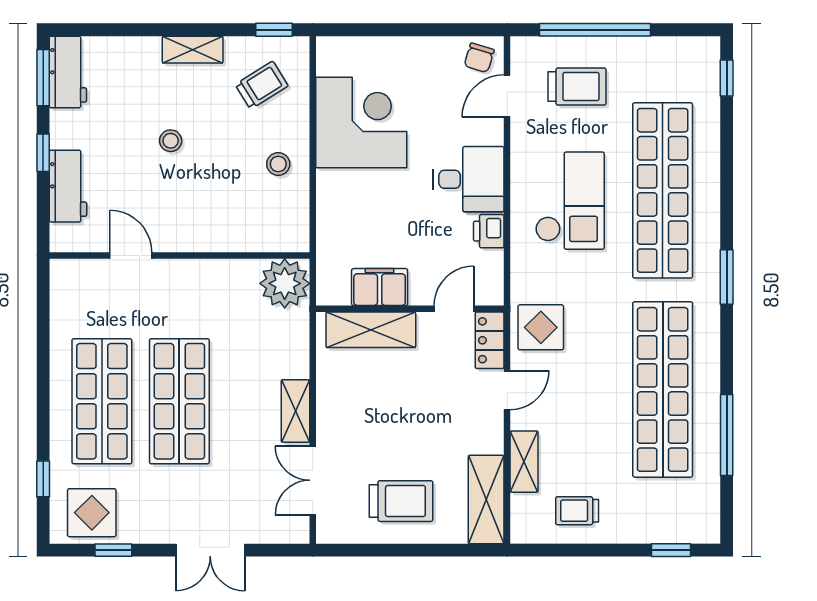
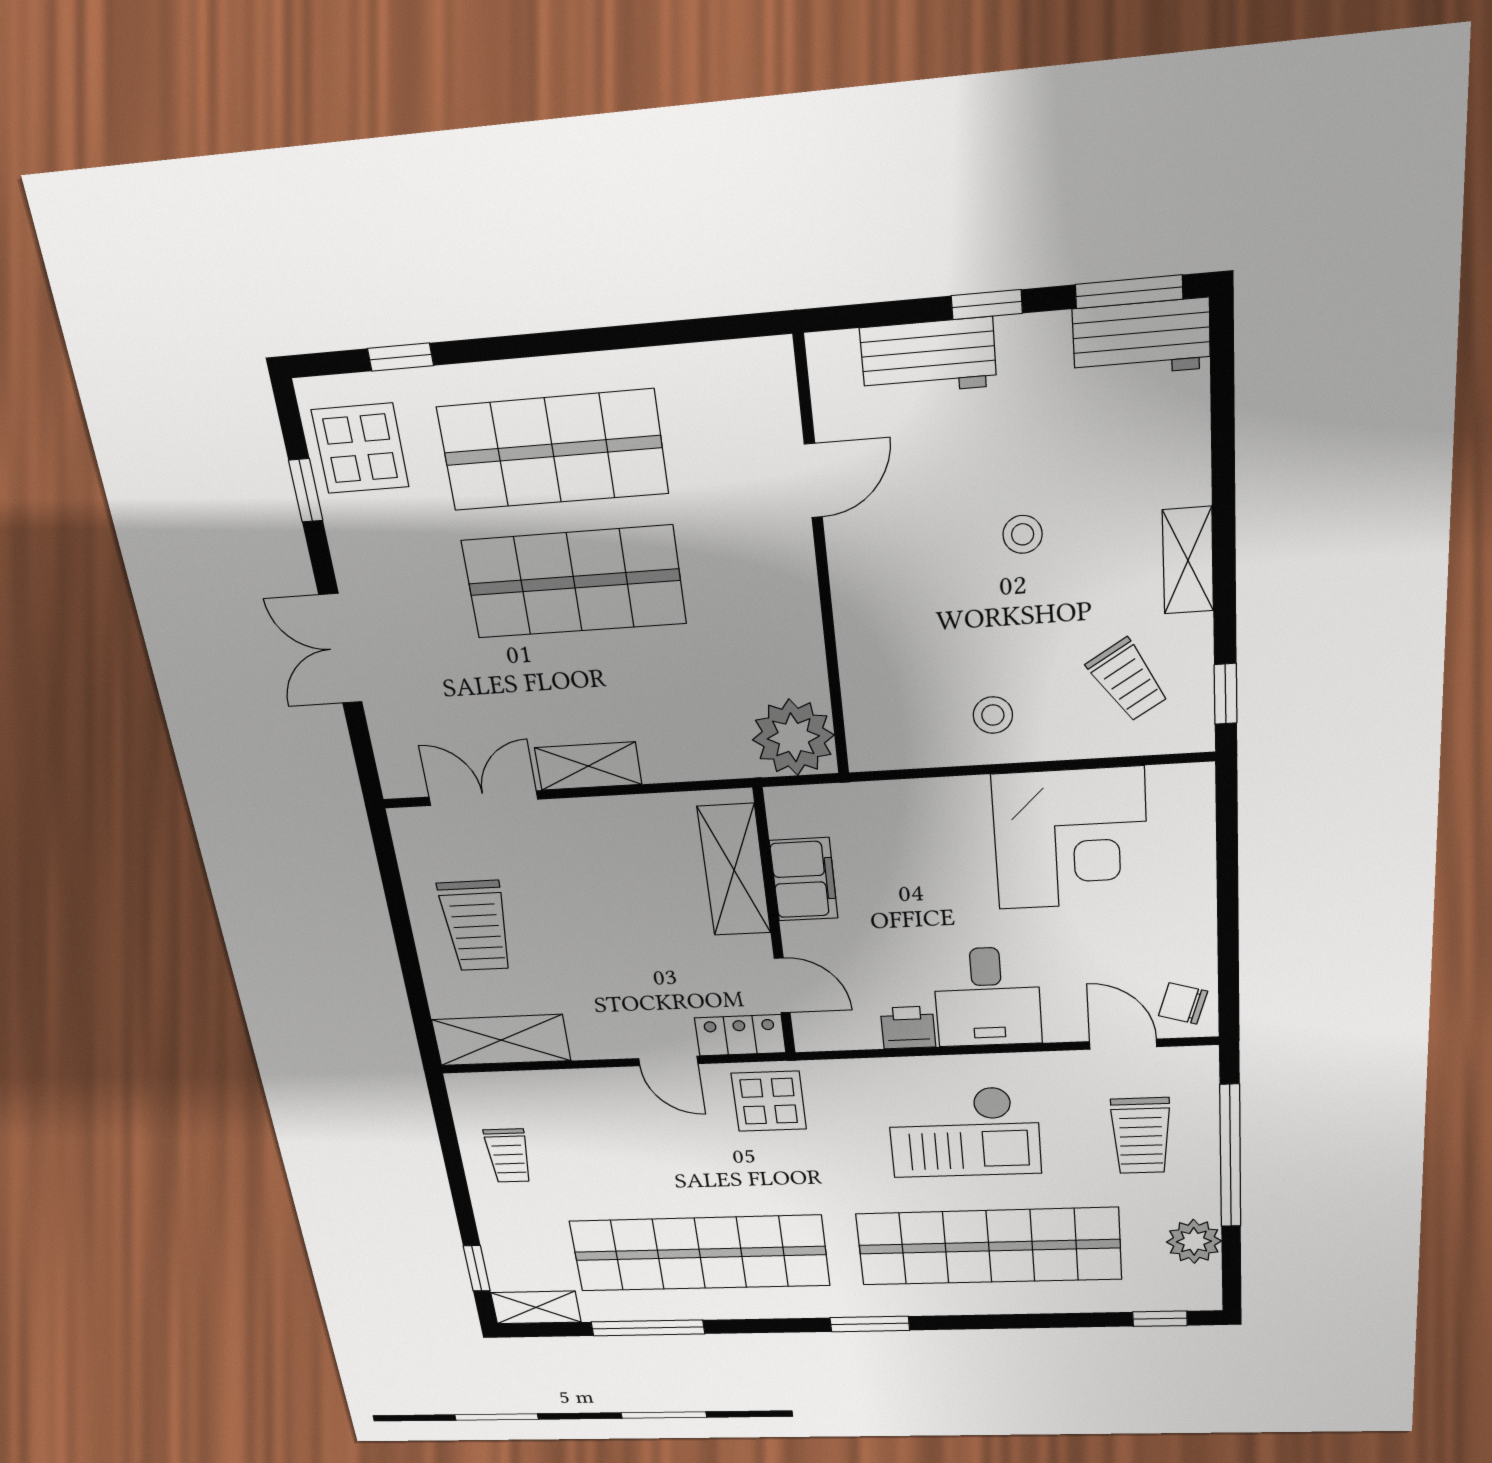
plant: (662, 54) -> (1194, 1241), added
shelving: (524, 462) -> (536, 1307), moved
trolley: (577, 511) -> (508, 1156), turned 180

